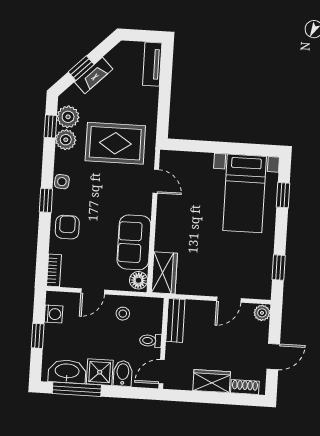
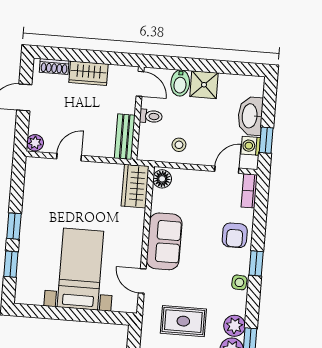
rug: (115, 143) -> (183, 321), width x0.73, depth x0.70
bed with nightstands: (245, 193) -> (80, 269), moved
sofa: (134, 242) -> (164, 241), moved
window: (279, 268) -> (14, 226), moved
door: (93, 291) -> (227, 170), moved
window: (38, 336) -> (266, 140), moved
washbasin: (67, 372) -> (250, 116), moved, turned 90
door: (162, 372) -> (140, 84), hinge flipped
window: (77, 389) -> (228, 67), removed

